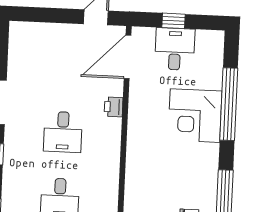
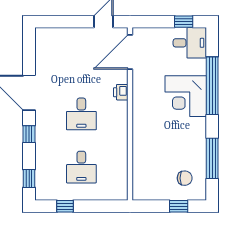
window: (173, 21) -> (184, 22), moved
desk: (175, 49) -> (190, 43), moved, turned 90

